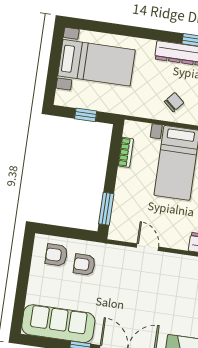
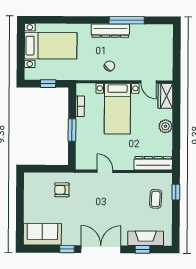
window: (106, 209) -> (72, 130), moved
armchair: (56, 255) -> (41, 186), removed
sofa: (58, 324) -> (42, 234), width x0.73

